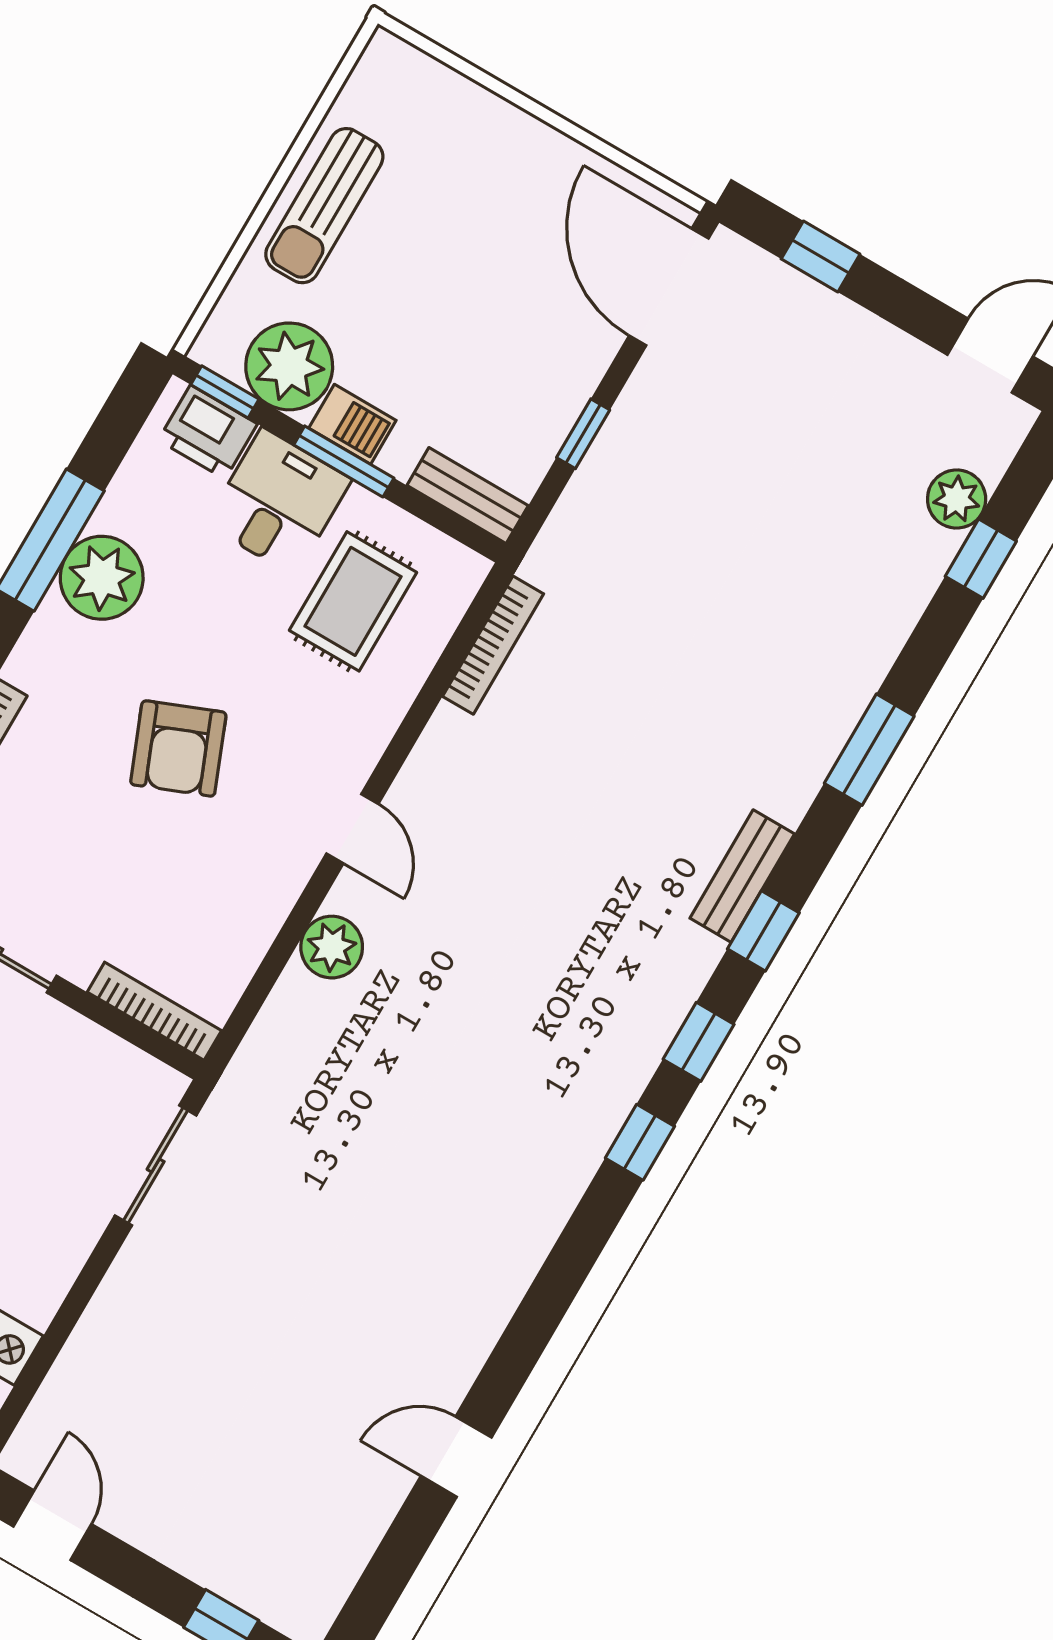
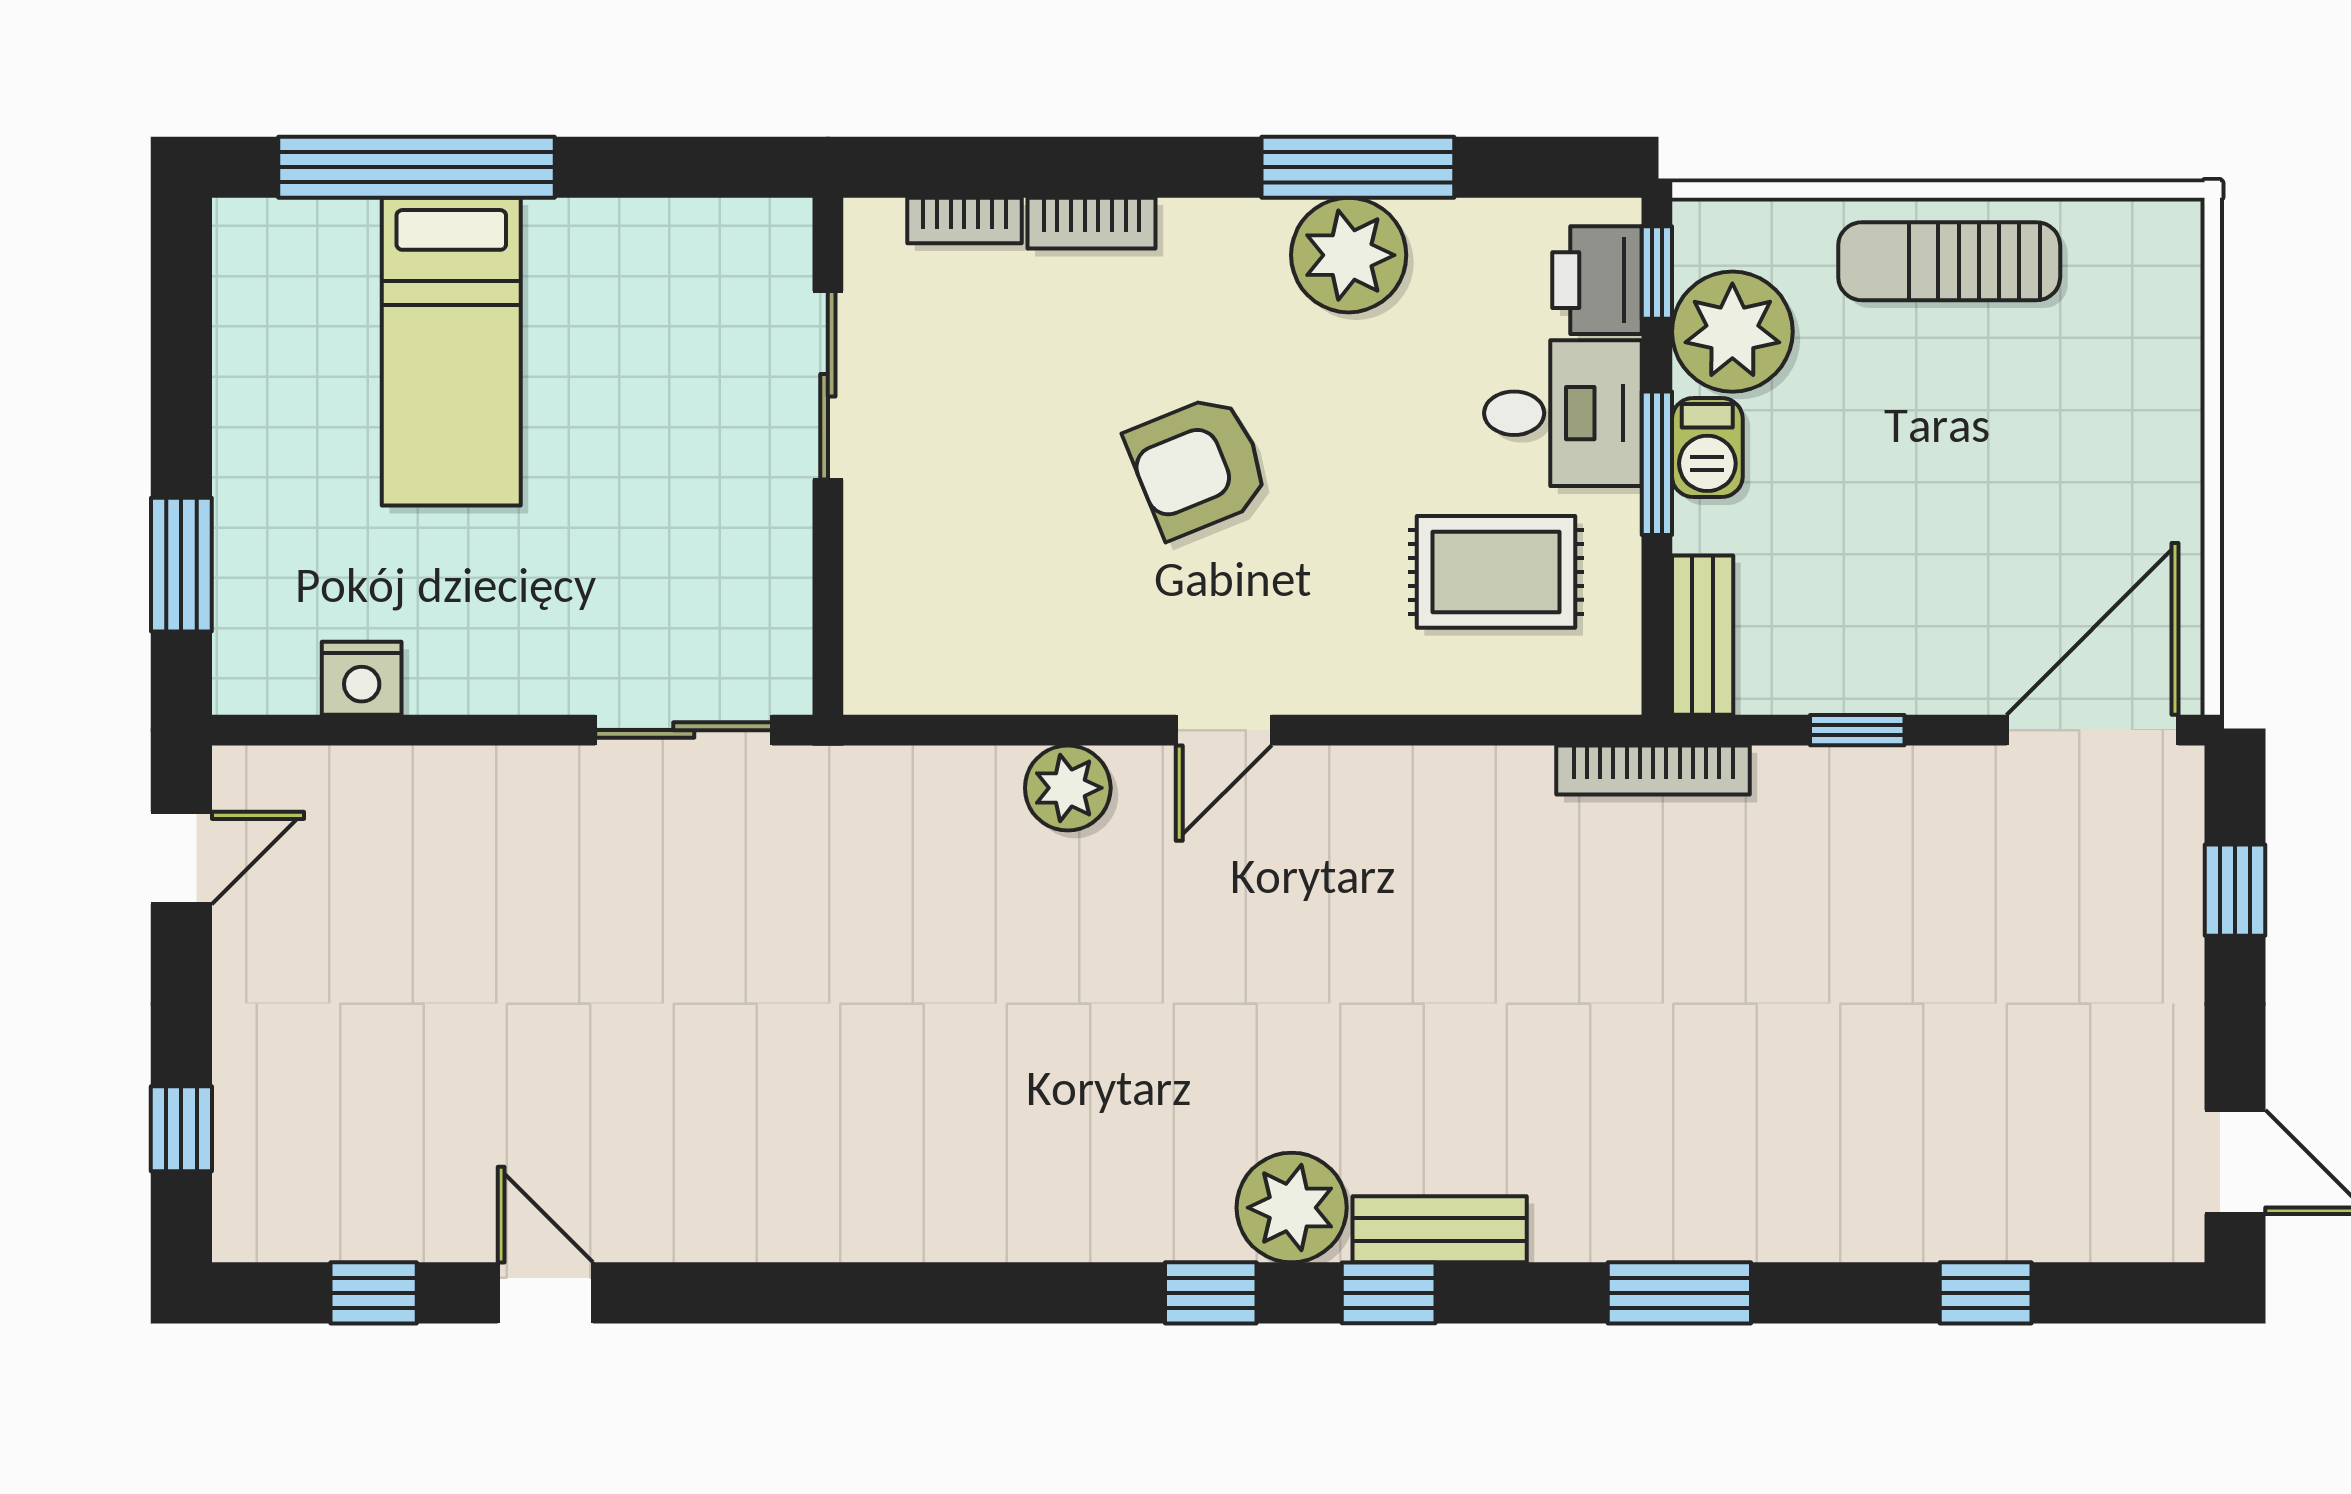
plant: (957, 499) -> (1292, 1208), moved, width x1.36, depth x1.36
bookcase: (493, 645) -> (1653, 770), moved
bookcase: (154, 1011) -> (867, 621), removed
window: (640, 1142) -> (374, 1293), moved

